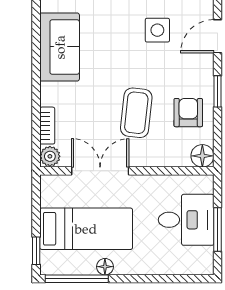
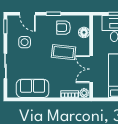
floor lamp: (202, 156) -> (84, 32), moved

